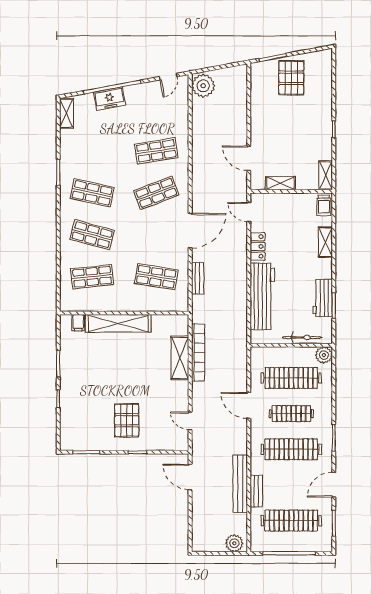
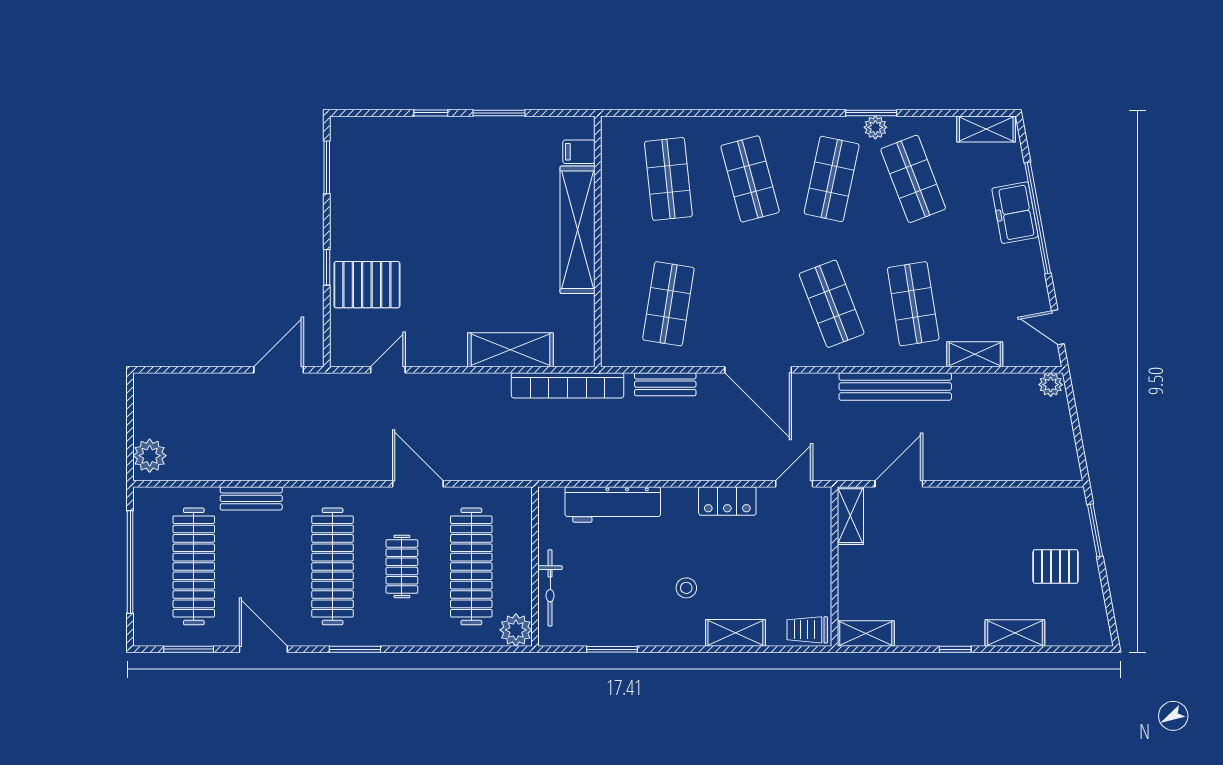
pallet: (291, 78) -> (1055, 566), width x0.67, depth x0.71
plant: (203, 86) -> (1051, 385), width x0.53, depth x0.53
shelving: (325, 99) -> (1015, 633), added
shelving: (182, 119) -> (975, 354), added
shop shelf: (92, 151) -> (913, 179), added
plant: (66, 170) -> (875, 127), added
shelving: (280, 183) -> (850, 516), moved
shop shelf: (92, 235) -> (750, 179), turned -30
stool: (302, 267) -> (686, 588), added
workbench: (262, 296) -> (613, 504), width x0.73, depth x0.76
workbench: (323, 298) -> (627, 628), removed
bookcase: (198, 352) -> (568, 385), moved
door: (249, 405) -> (418, 484), hinge flipped
clothes rail: (291, 414) -> (402, 566), width x0.73
pallet: (127, 420) -> (367, 285), moved
bench: (240, 484) -> (895, 386), moved

